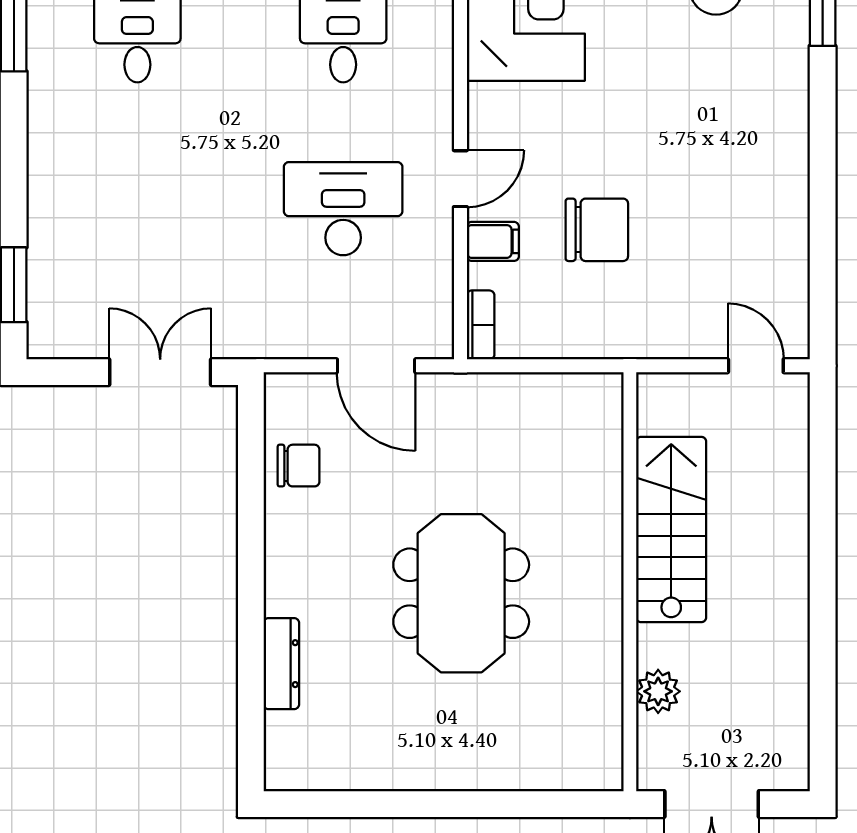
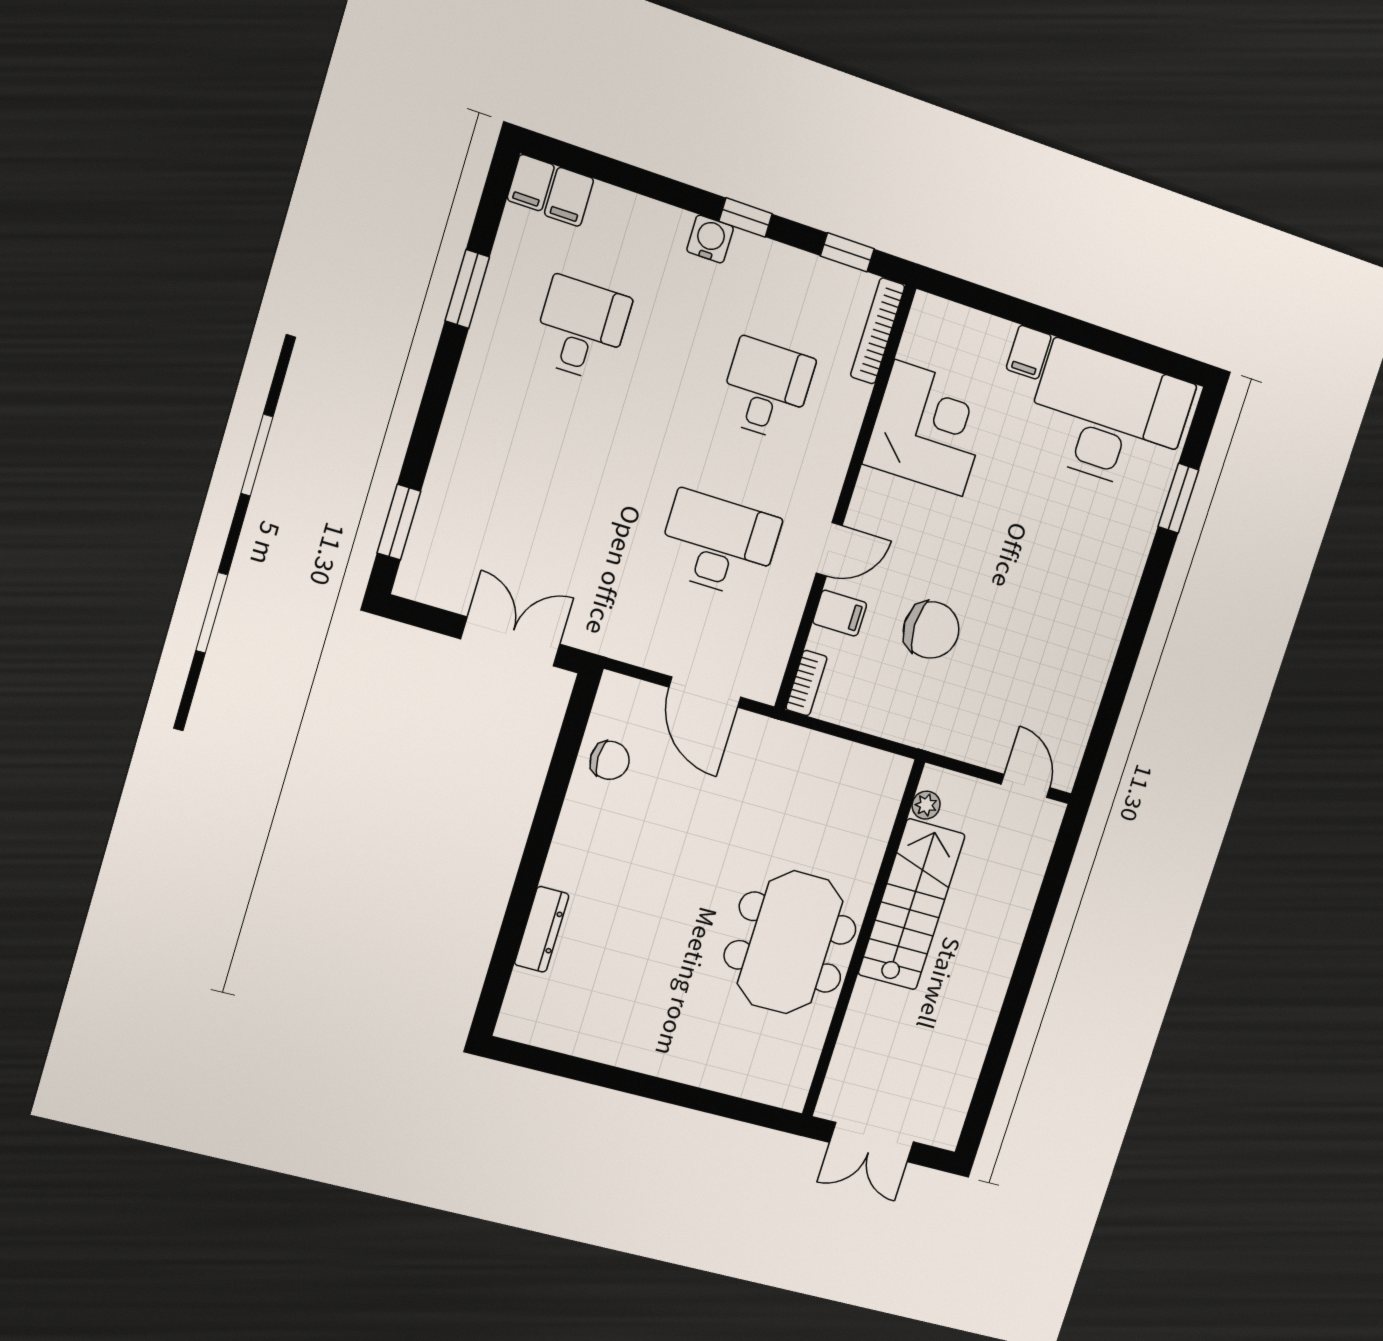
meeting table: (461, 593) -> (790, 942), moved
plant: (658, 691) -> (926, 805), moved, width x0.73, depth x0.73

